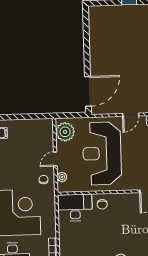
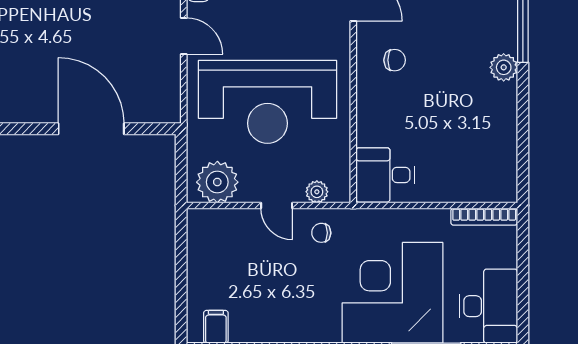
door: (88, 91) -> (91, 129), moved
chair: (102, 204) -> (395, 60), moved
desk: (75, 208) -> (385, 175), width x0.73

